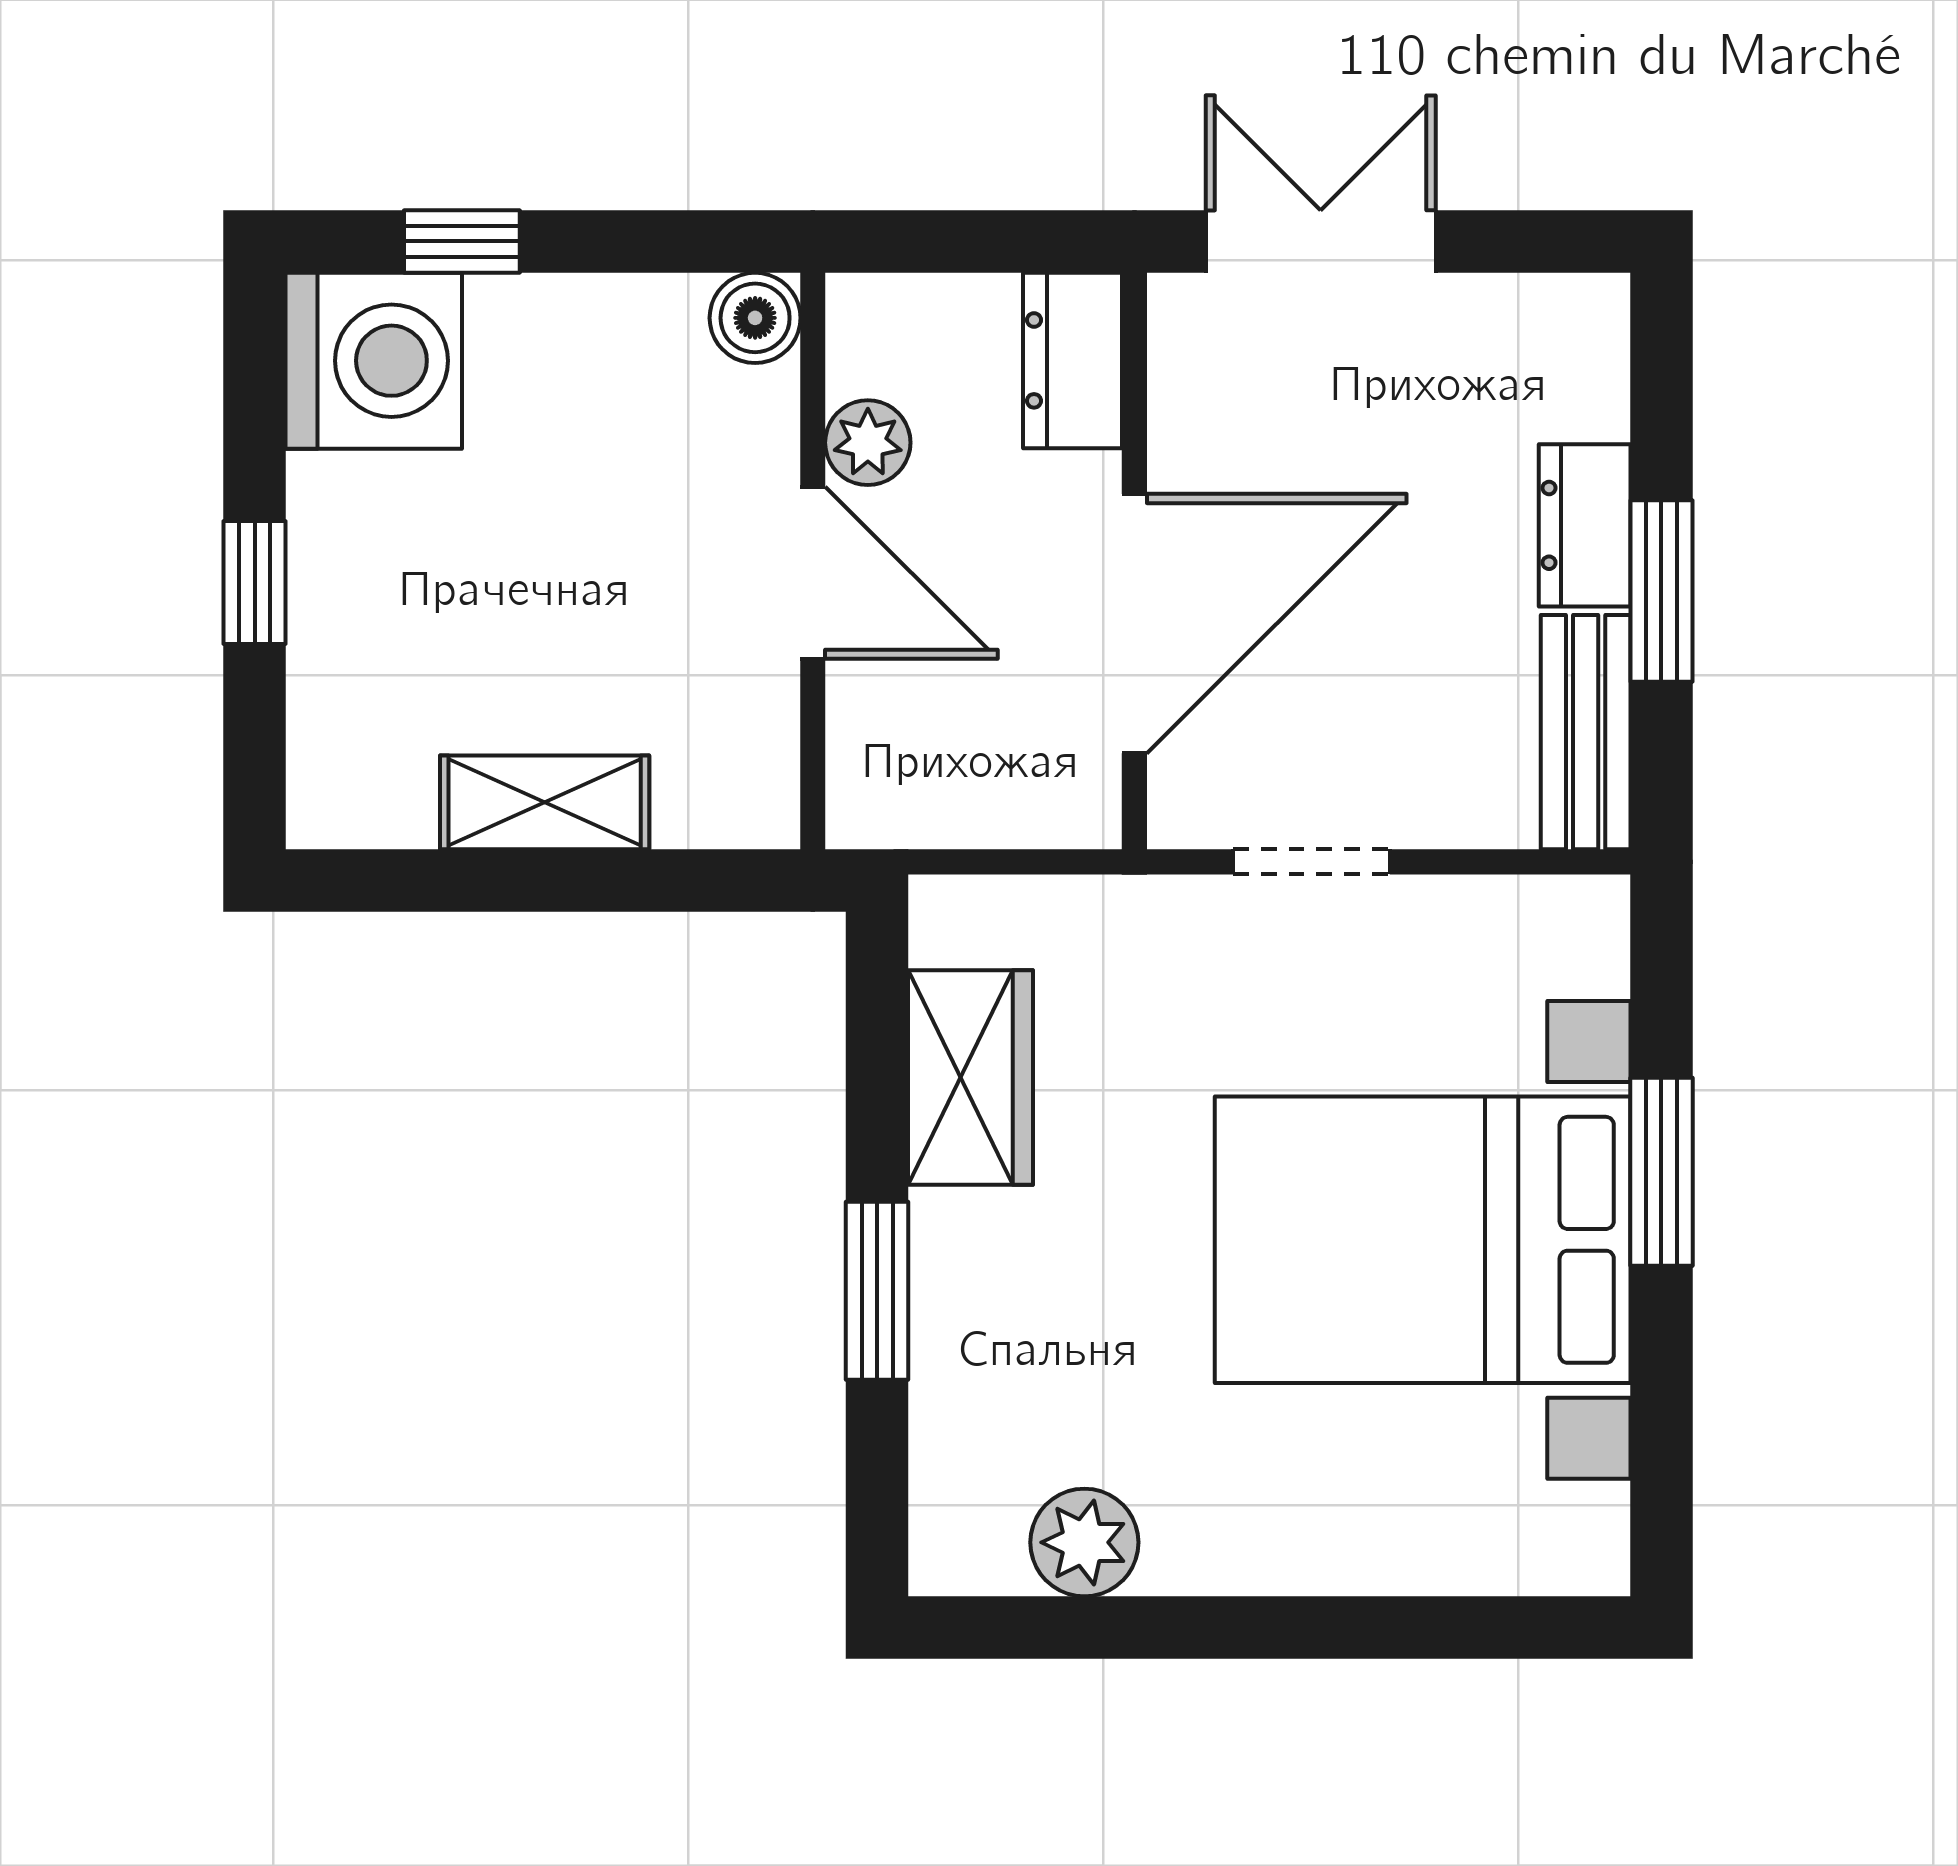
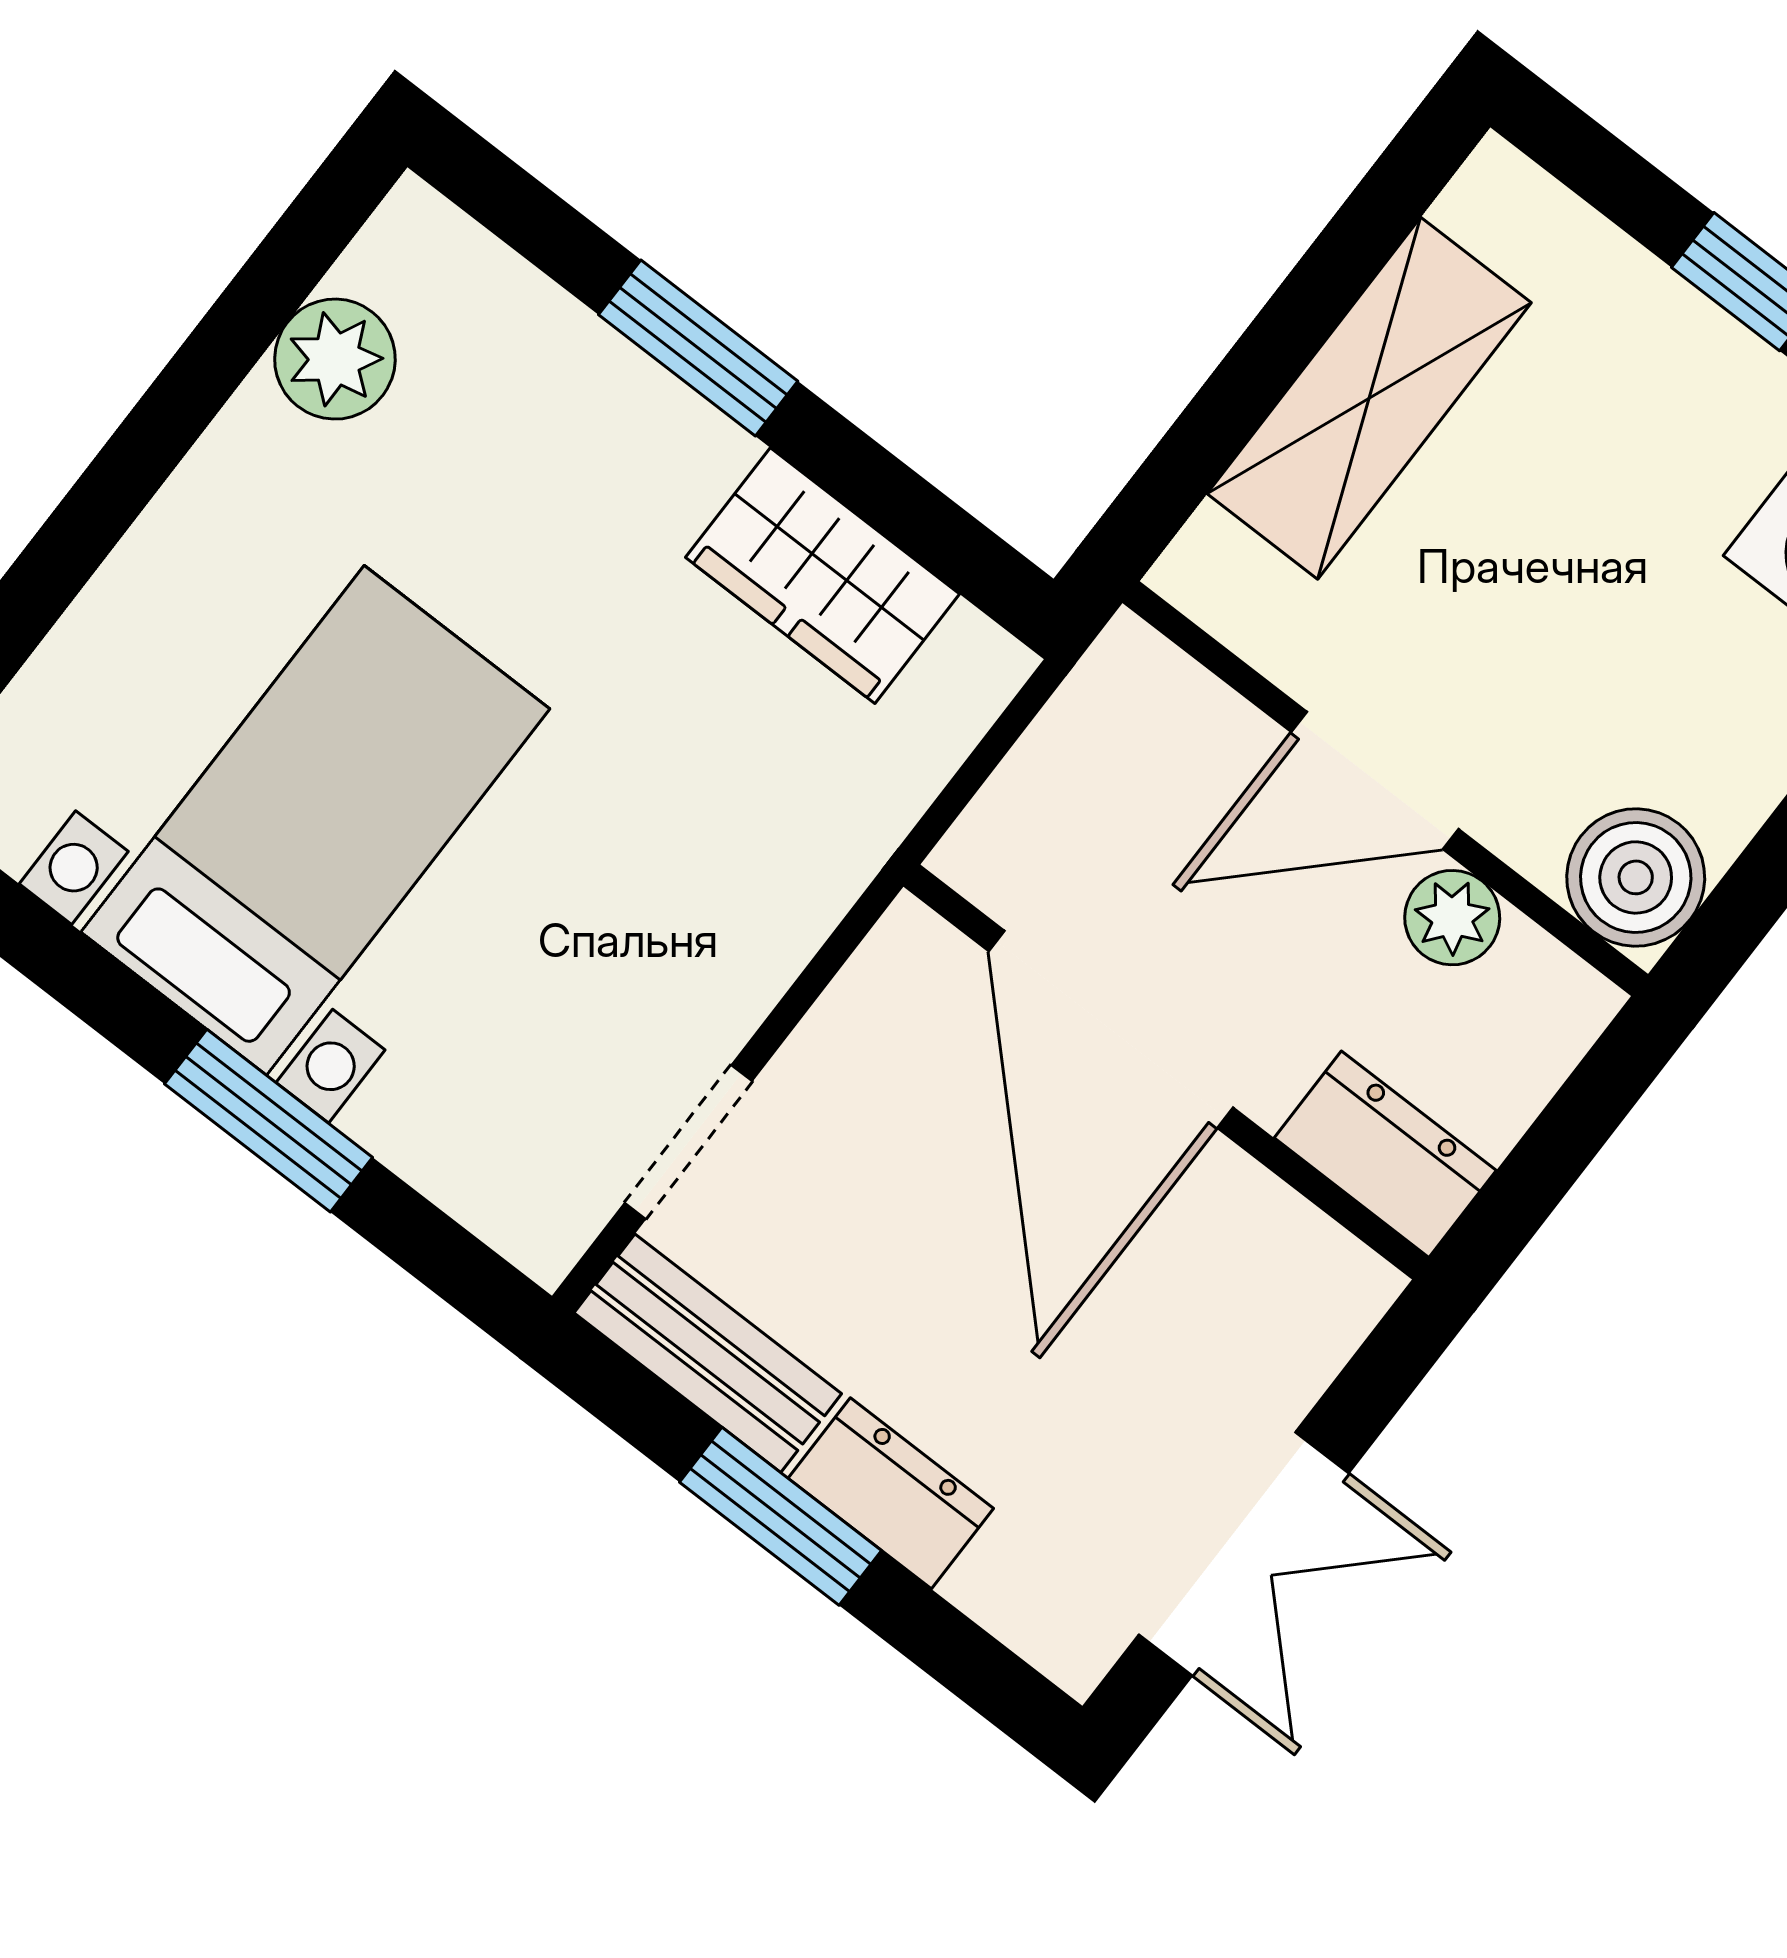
double door: (1321, 241) -> (1244, 1554), moved
boiler: (755, 318) -> (1636, 877), width x1.36, depth x1.36
shelving: (545, 802) -> (1369, 398), width x1.50, depth x1.33
doorway: (1312, 862) -> (688, 1142), moved
bed with nightstands: (1423, 1240) -> (315, 820), width x0.73

